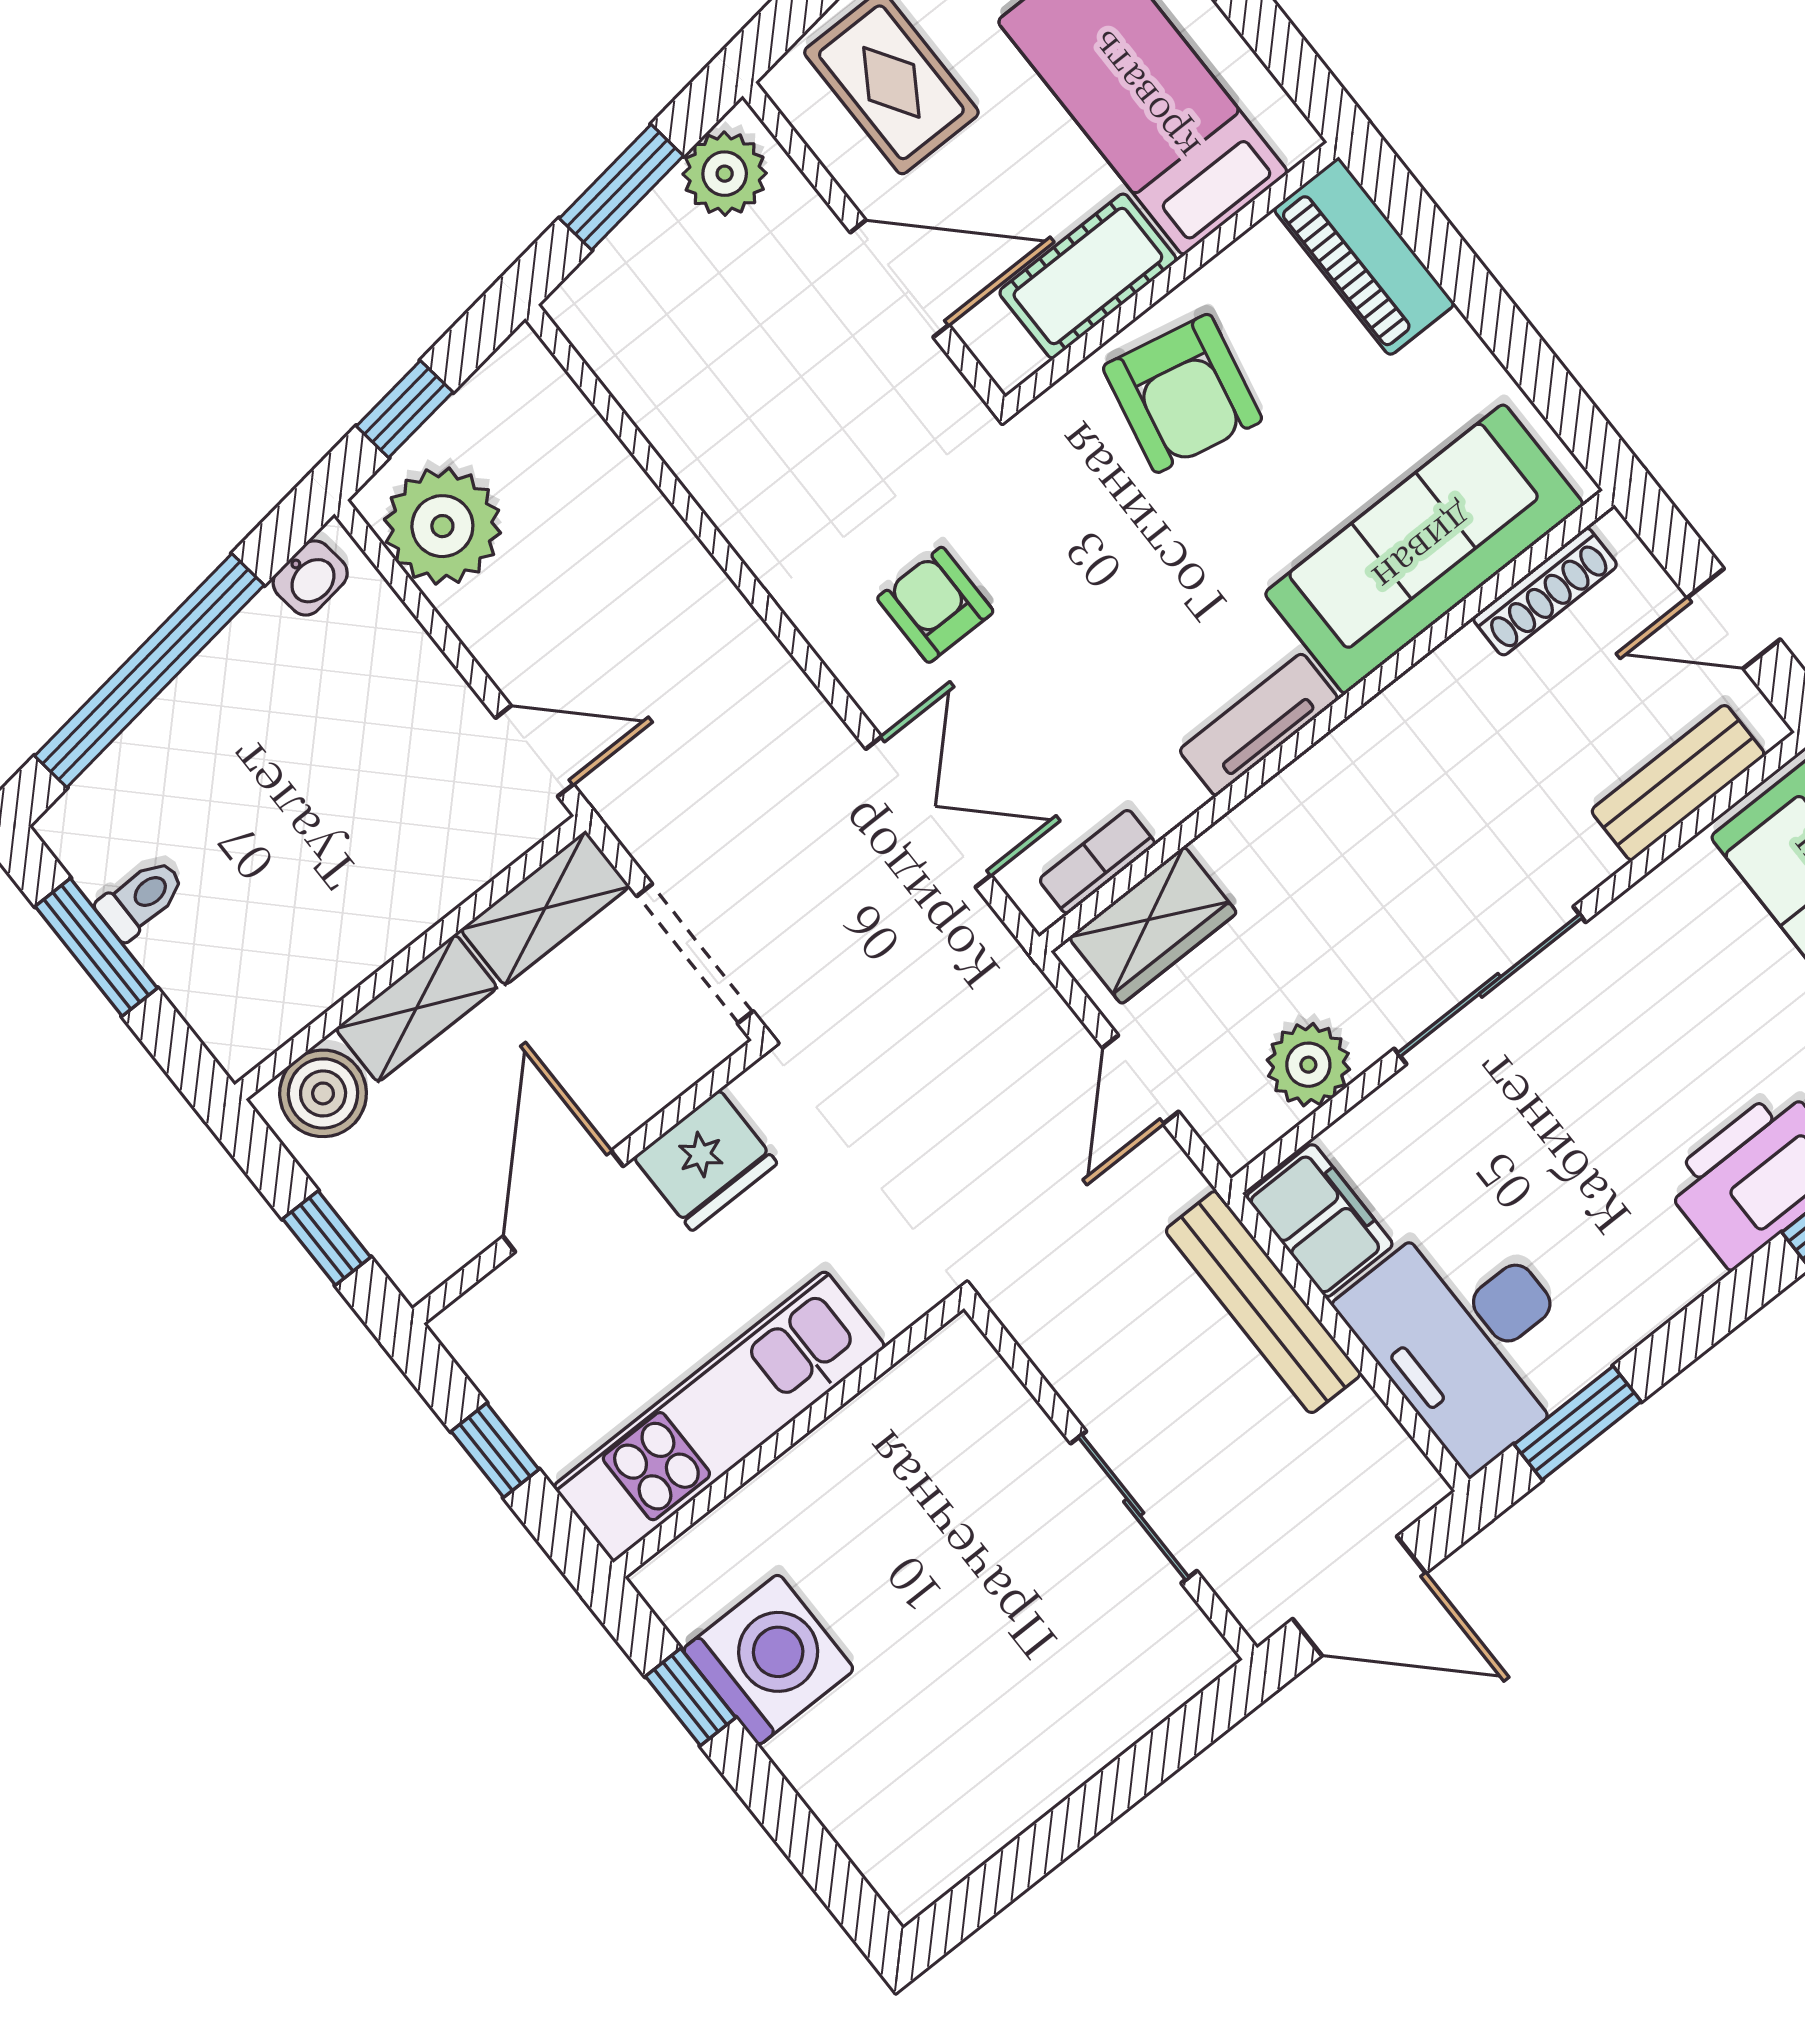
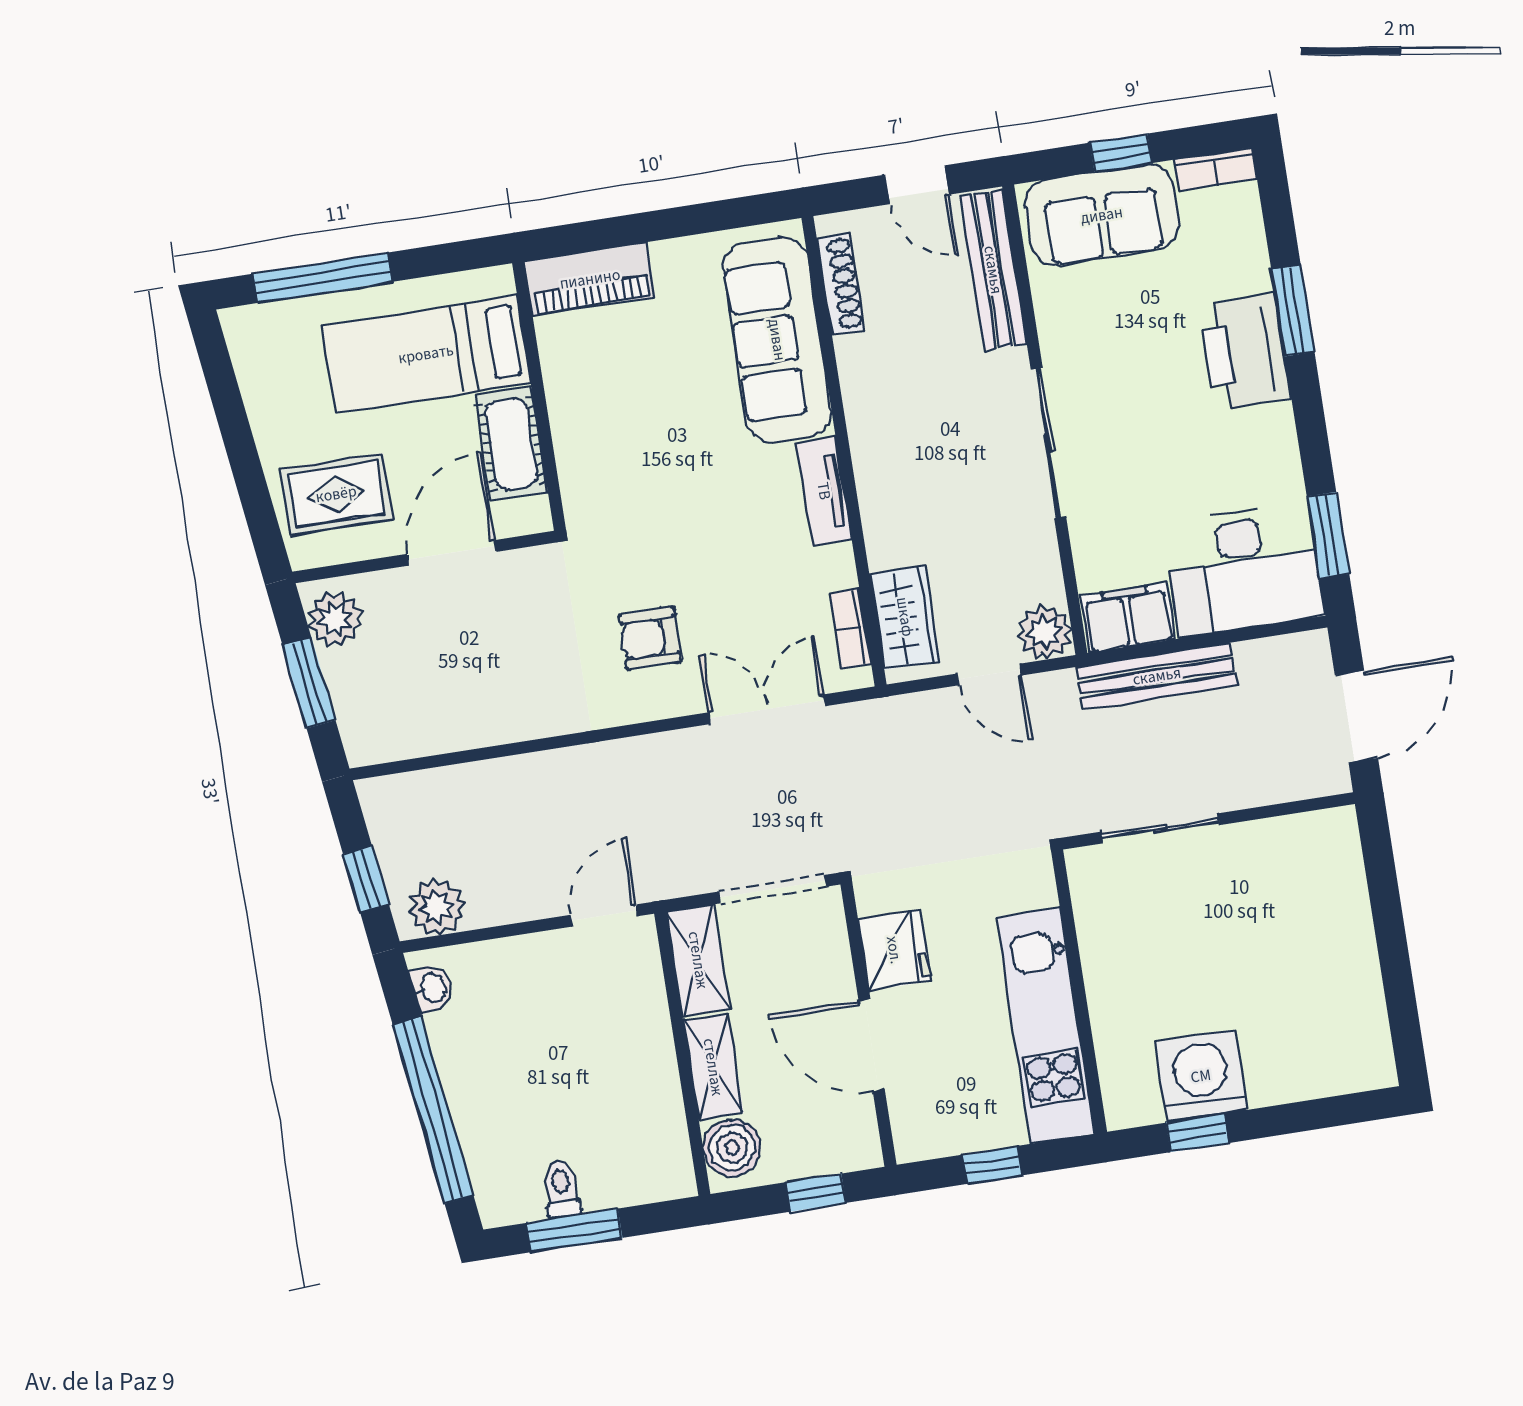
armchair: (1182, 393) -> (609, 428), removed
plant: (442, 526) -> (437, 907), width x0.73, depth x0.73
door: (1734, 619) -> (917, 185), hinge flipped
bench: (1678, 783) -> (993, 270), width x1.36
plant: (1308, 1065) -> (1044, 632), moved
sliding door: (1134, 1507) -> (1160, 828), moved

